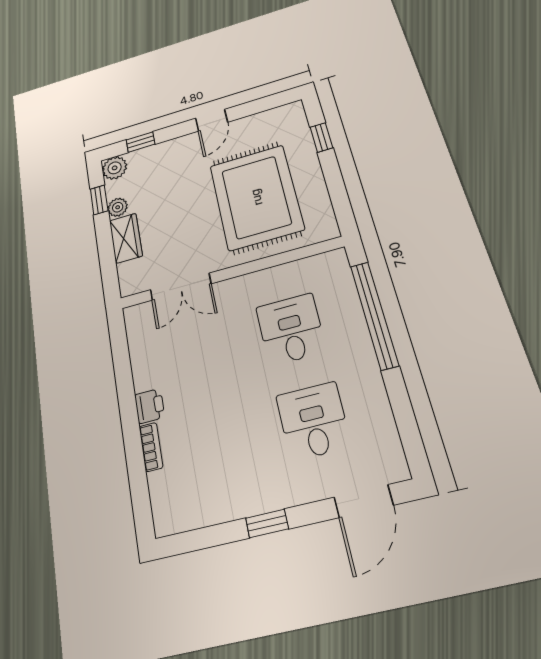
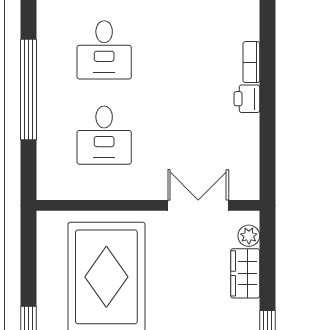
plant: (118, 207) -> (249, 236), moved
window: (374, 315) -> (29, 89), moved

